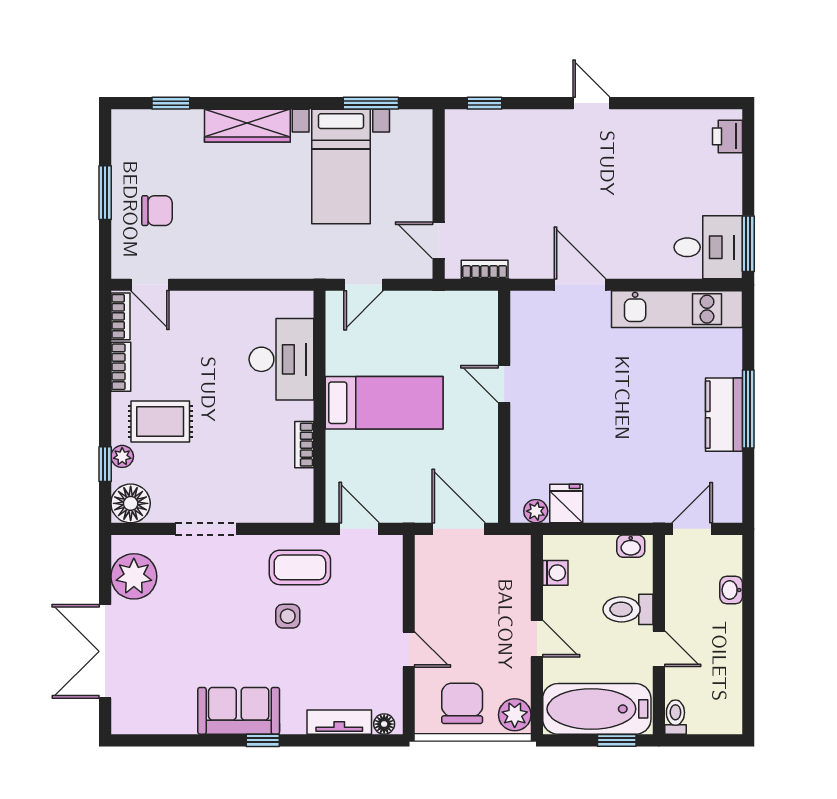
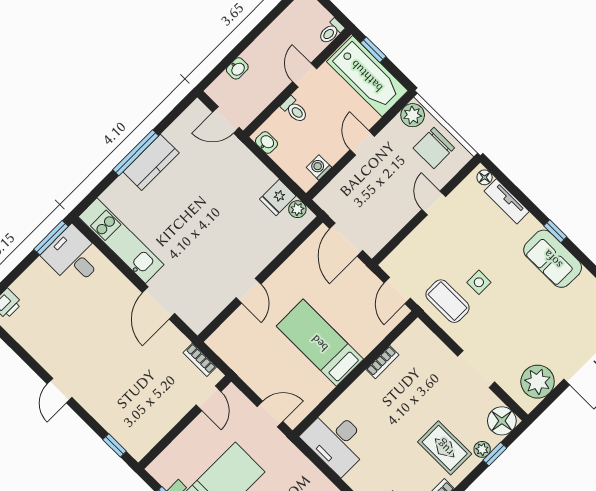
desk: (281, 359) -> (336, 441), moved, turned -90
toilet: (628, 609) -> (295, 110), width x0.73, depth x0.72

